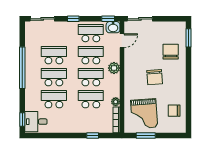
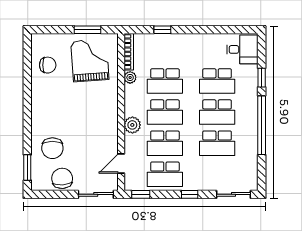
washbasin: (113, 27) -> (134, 183), removed
chair: (155, 77) -> (62, 178), moved
window: (22, 119) -> (262, 78), moved

